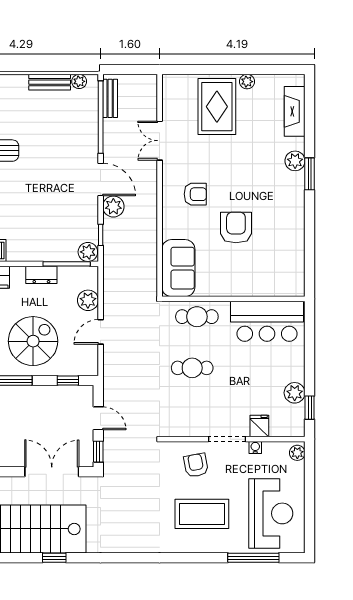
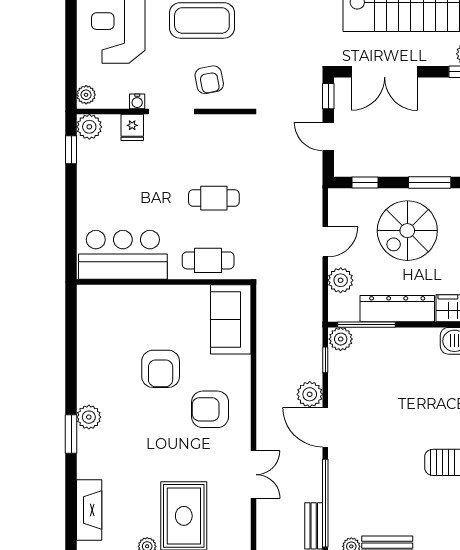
plant: (295, 161) -> (89, 417), moved
armchair: (195, 194) -> (210, 409), width x1.38, depth x1.38
dresser: (41, 275) -> (397, 309), width x1.96, depth x1.24
plant: (295, 393) -> (89, 127), moved

